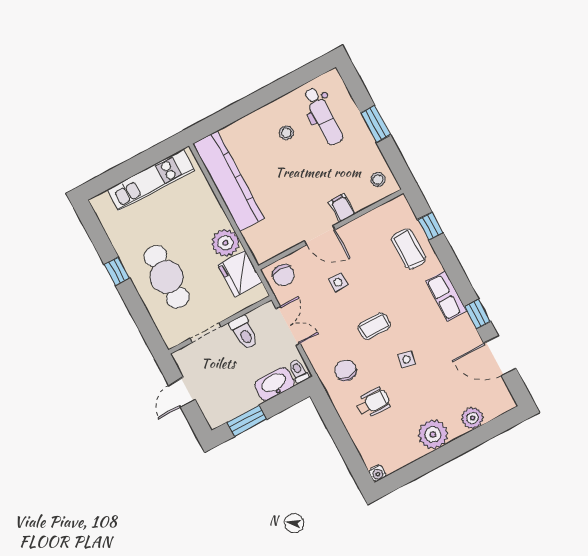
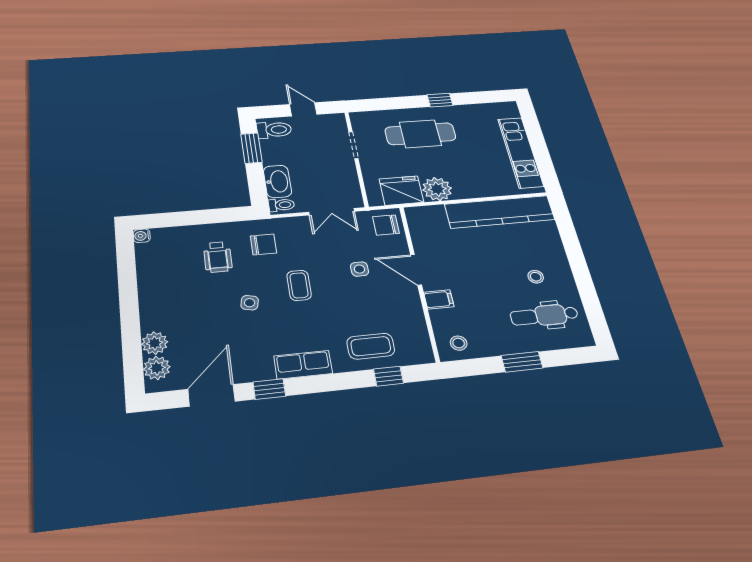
door: (320, 235) -> (416, 270), hinge flipped
toilet: (244, 333) -> (274, 130), moved, turned 180
plant: (433, 434) -> (157, 368), moved, width x0.73, depth x0.73

